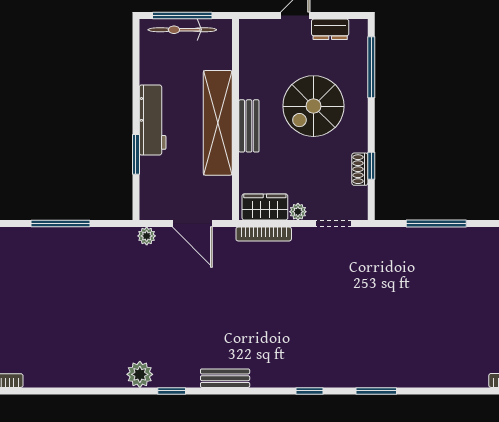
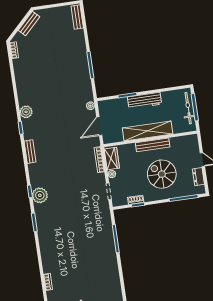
bench: (249, 126) -> (153, 145), width x1.36
plant: (321, 371) -> (40, 195), added

